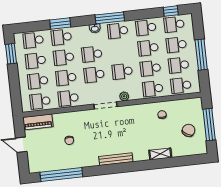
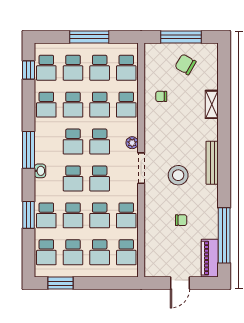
school desk: (118, 31) -> (73, 142), moved
piano: (38, 122) -> (210, 258), moved, turned 180
stool: (103, 134) -> (178, 175), added

